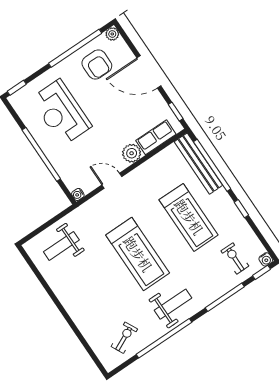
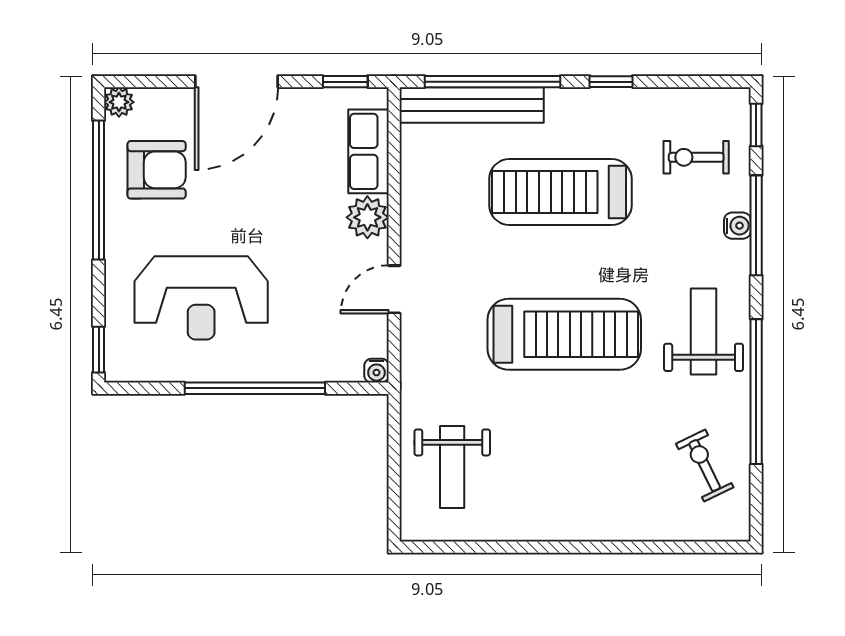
treadmill: (189, 217) -> (560, 192), turned 180
water cooler: (266, 259) -> (737, 226), moved

